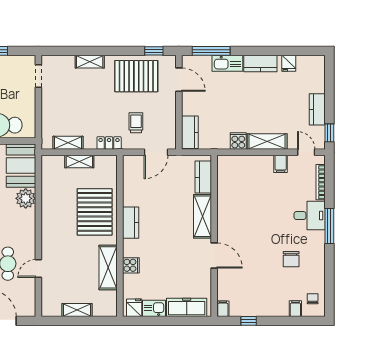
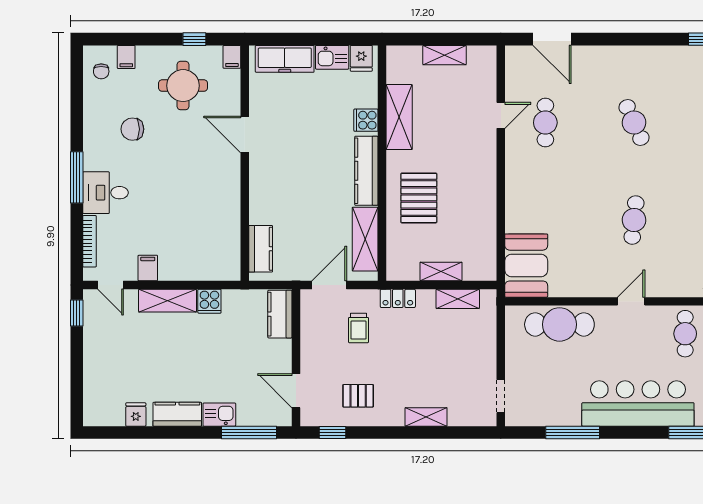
kitchen sink: (227, 63) -> (219, 415), width x0.73
pallet: (136, 76) -> (358, 396), width x0.49, depth x0.50
kitchen counter: (317, 109) -> (94, 347), removed
plant: (26, 198) -> (519, 218), removed
pallet: (95, 212) -> (419, 198), width x0.73, depth x0.71
shelving: (202, 216) -> (365, 239), moved
kitchen counter: (131, 223) -> (366, 171), width x1.50
chair: (291, 259) -> (132, 129), turned -90
round table: (256, 289) -> (183, 86), added

